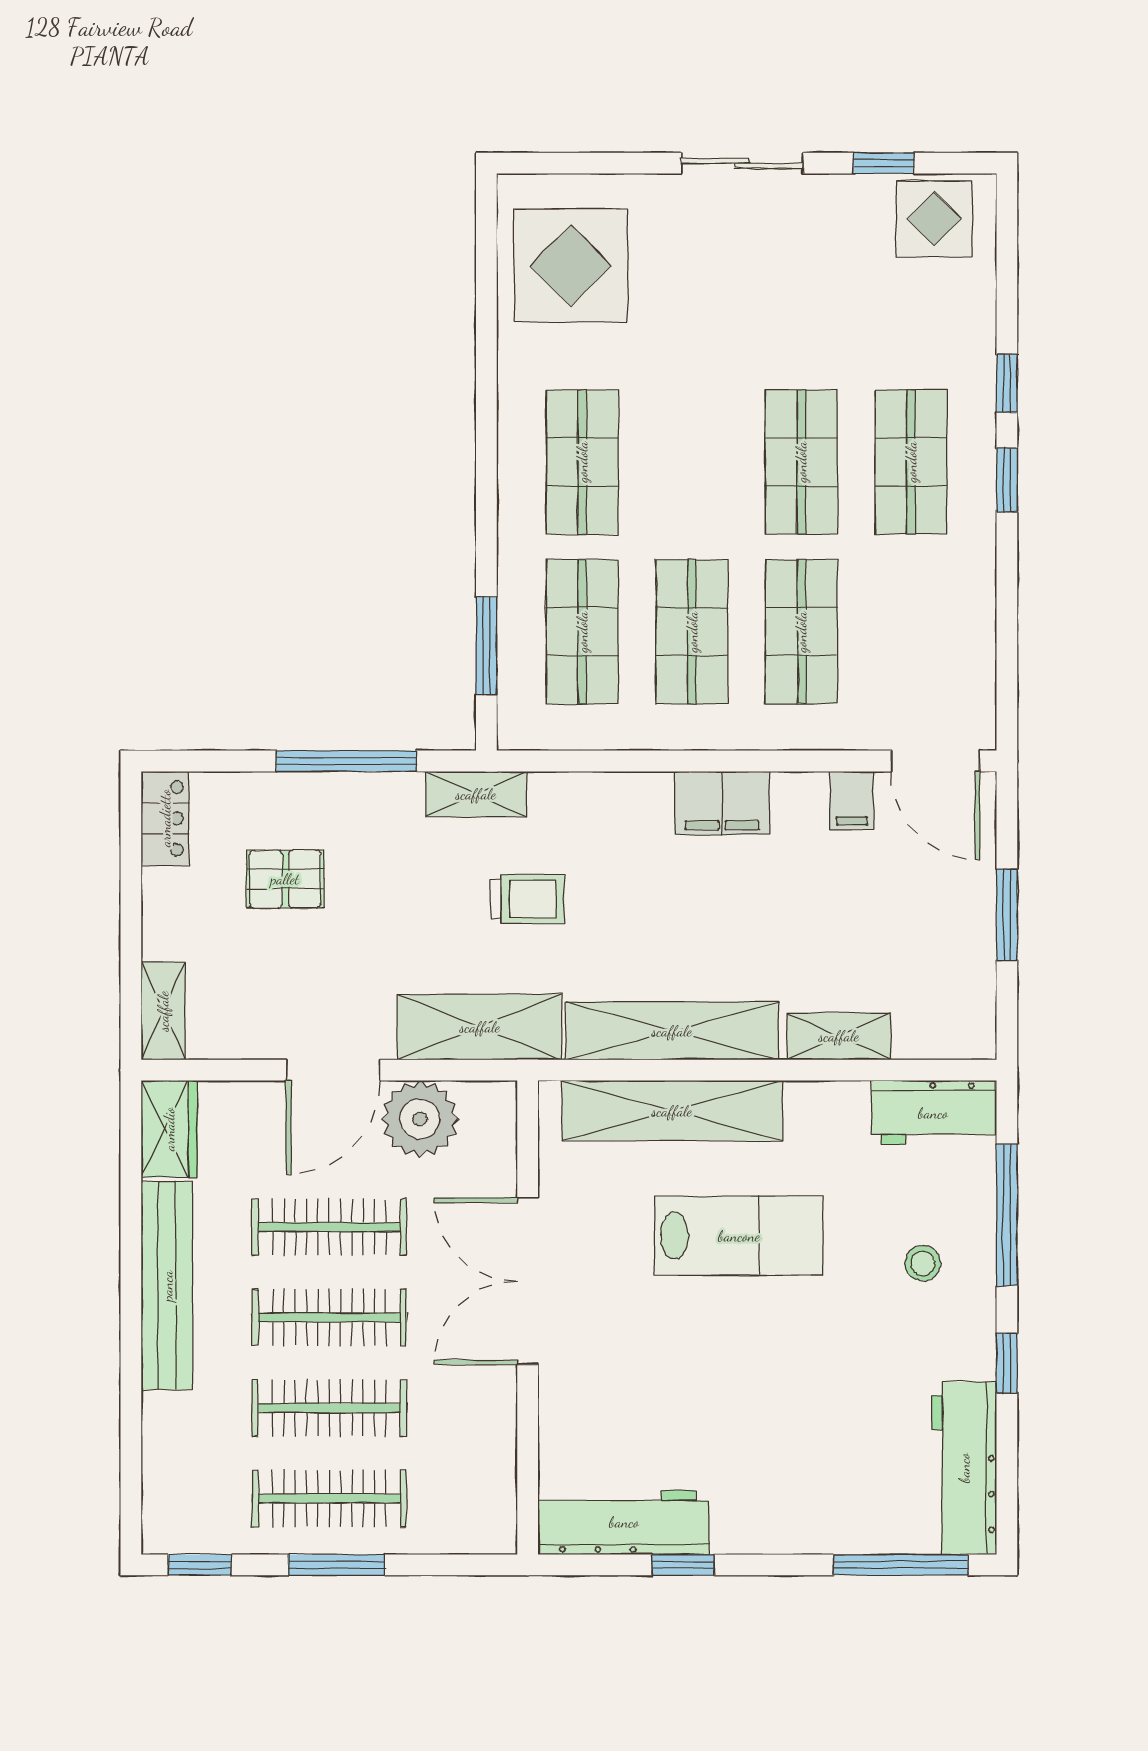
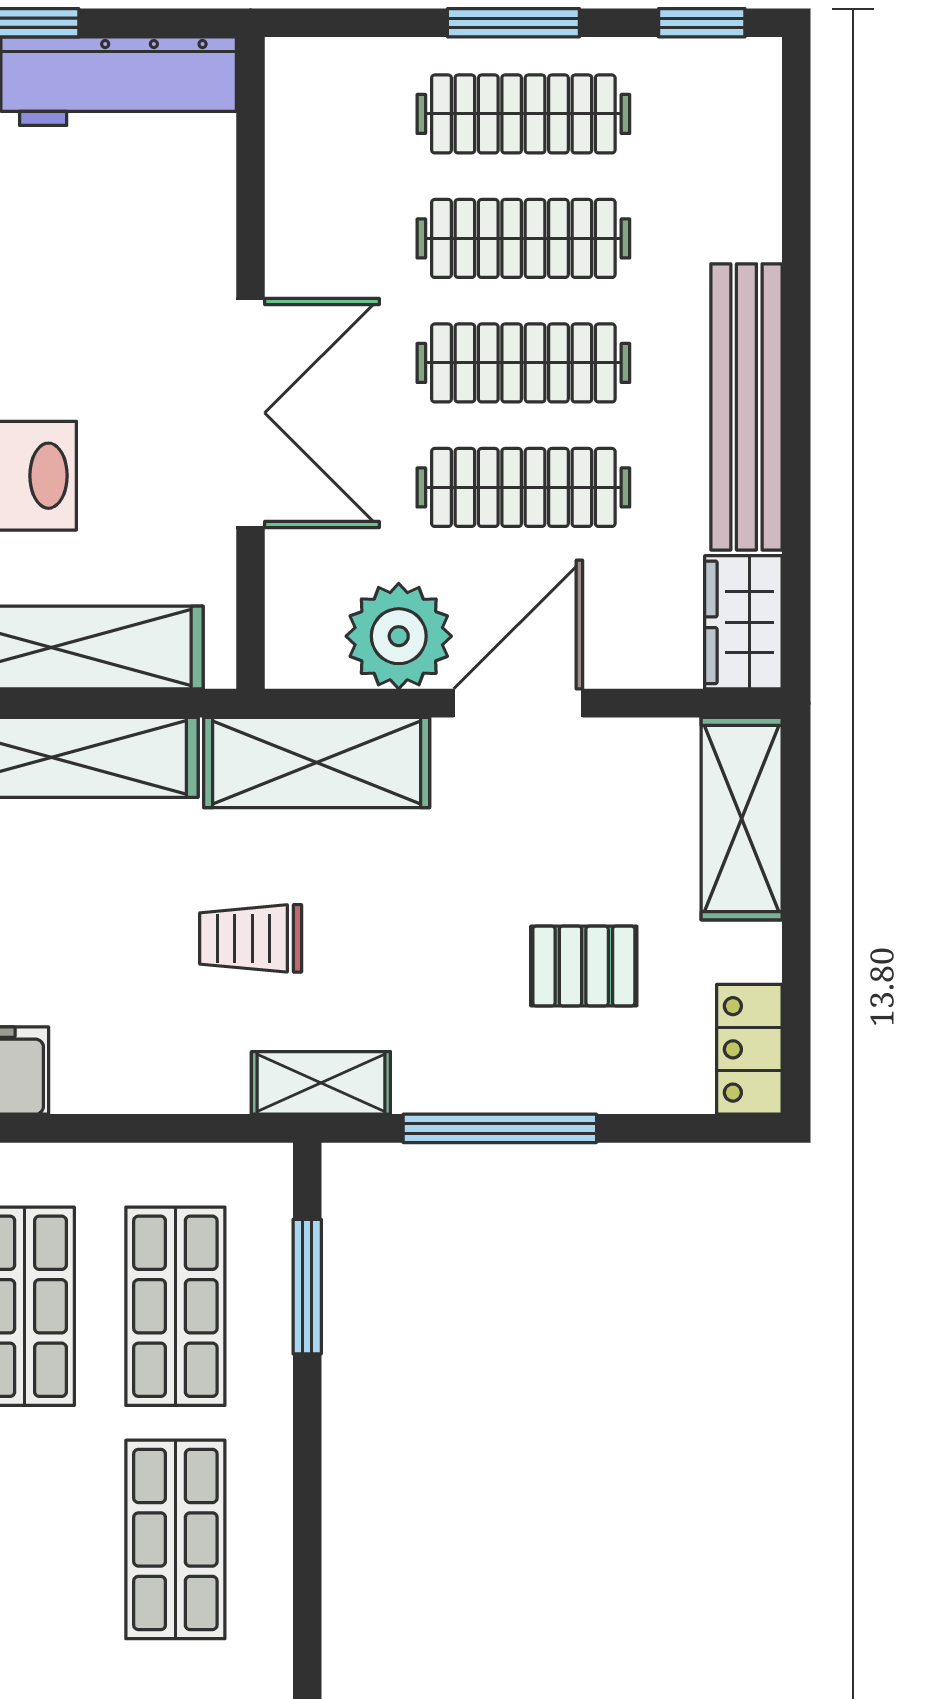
shelving: (163, 1011) -> (742, 819), width x1.50, depth x1.33

